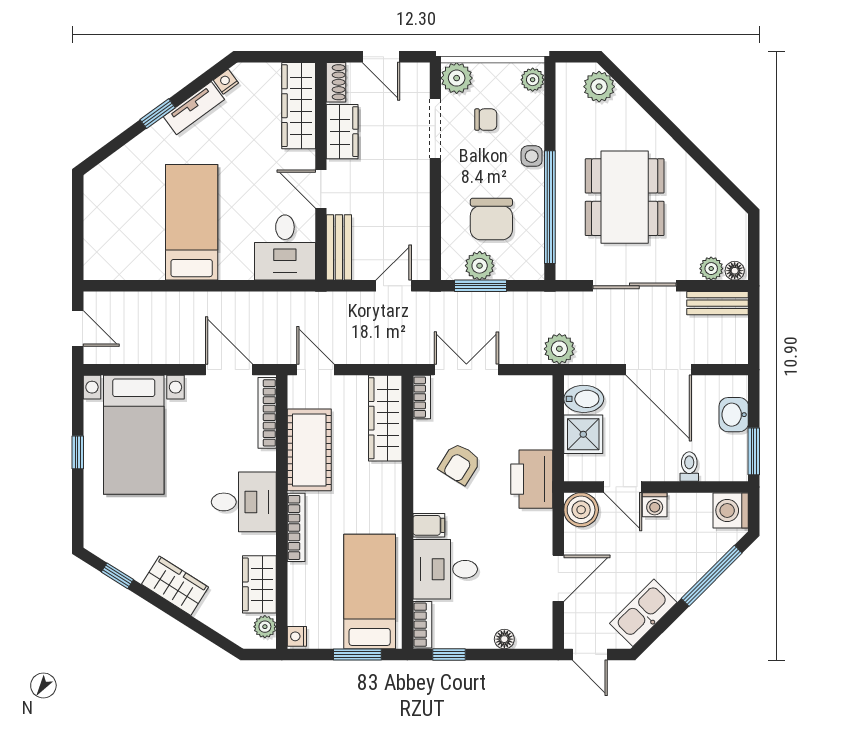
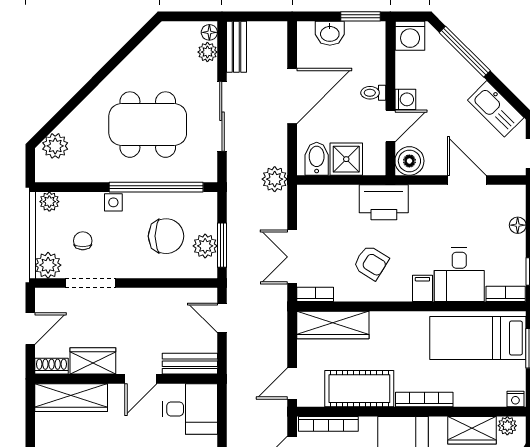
toilet: (689, 467) -> (373, 93), moved

